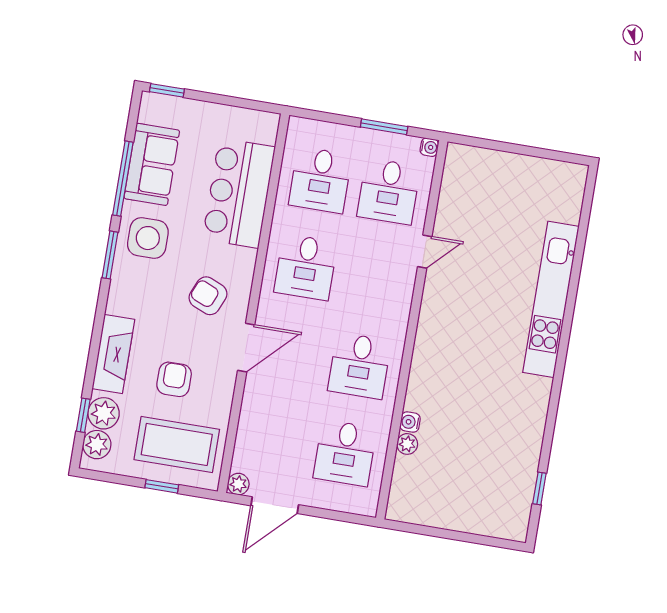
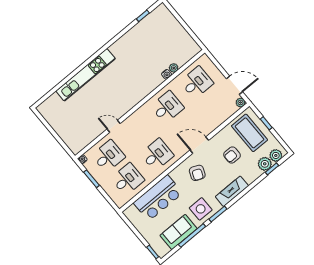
fireplace: (113, 354) -> (232, 191), moved

